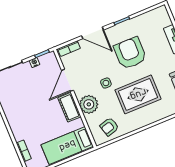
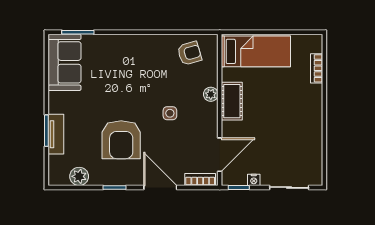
plant: (147, 18) -> (79, 176), added
door: (67, 80) -> (220, 155), moved
rug: (138, 94) -> (134, 80), removed
plant: (89, 104) -> (211, 94), width x0.53, depth x0.53

